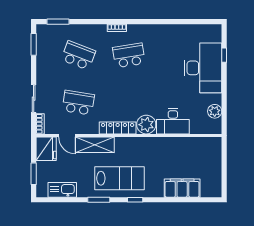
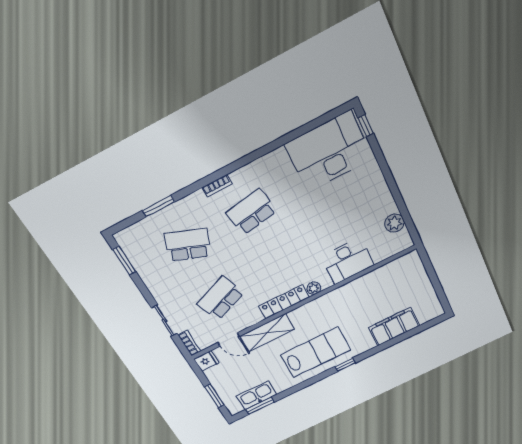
window: (58, 22) -> (159, 206), moved
window: (224, 55) -> (366, 126), moved
desk: (203, 68) -> (329, 152), moved, turned -90
school desk: (78, 103) -> (221, 298), turned -30
plant: (146, 125) -> (314, 288), width x0.53, depth x0.53
fridge: (46, 149) -> (206, 361), width x0.53, depth x0.75
window: (99, 200) -> (260, 406), moved

